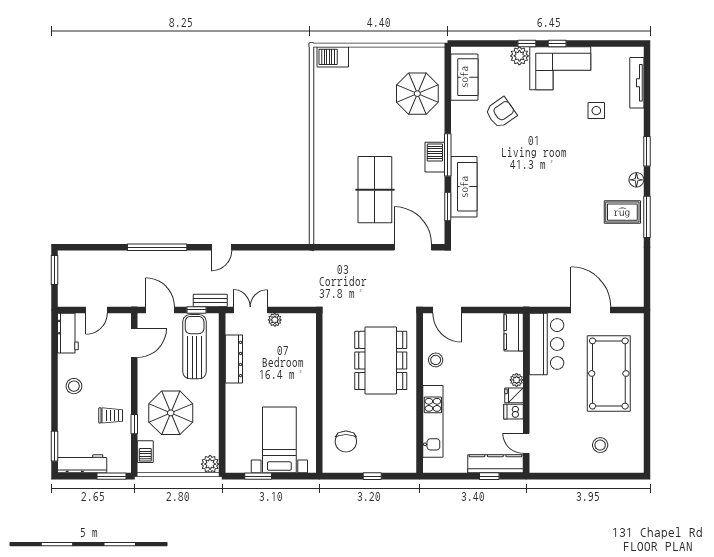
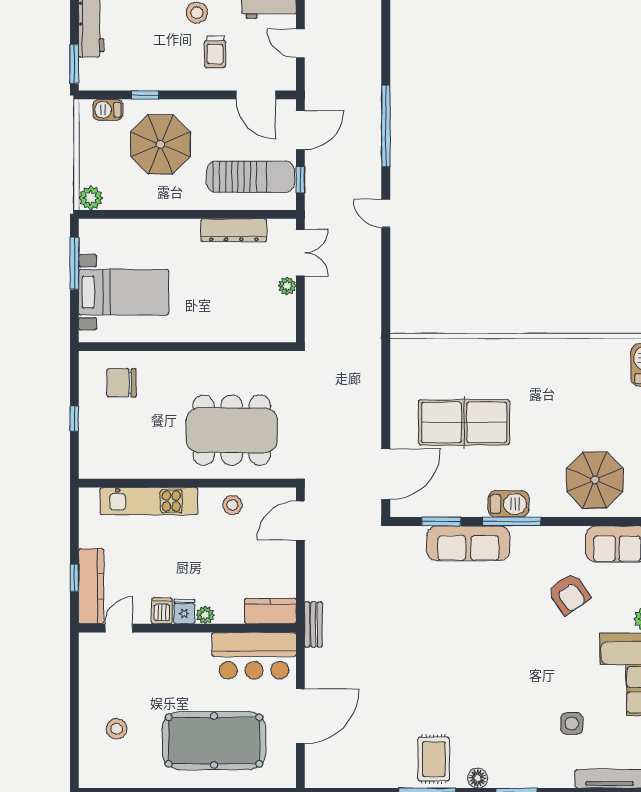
bench: (210, 300) -> (313, 625), moved
trolley: (111, 415) -> (215, 52), moved
window: (258, 476) -> (74, 263), width x1.44

